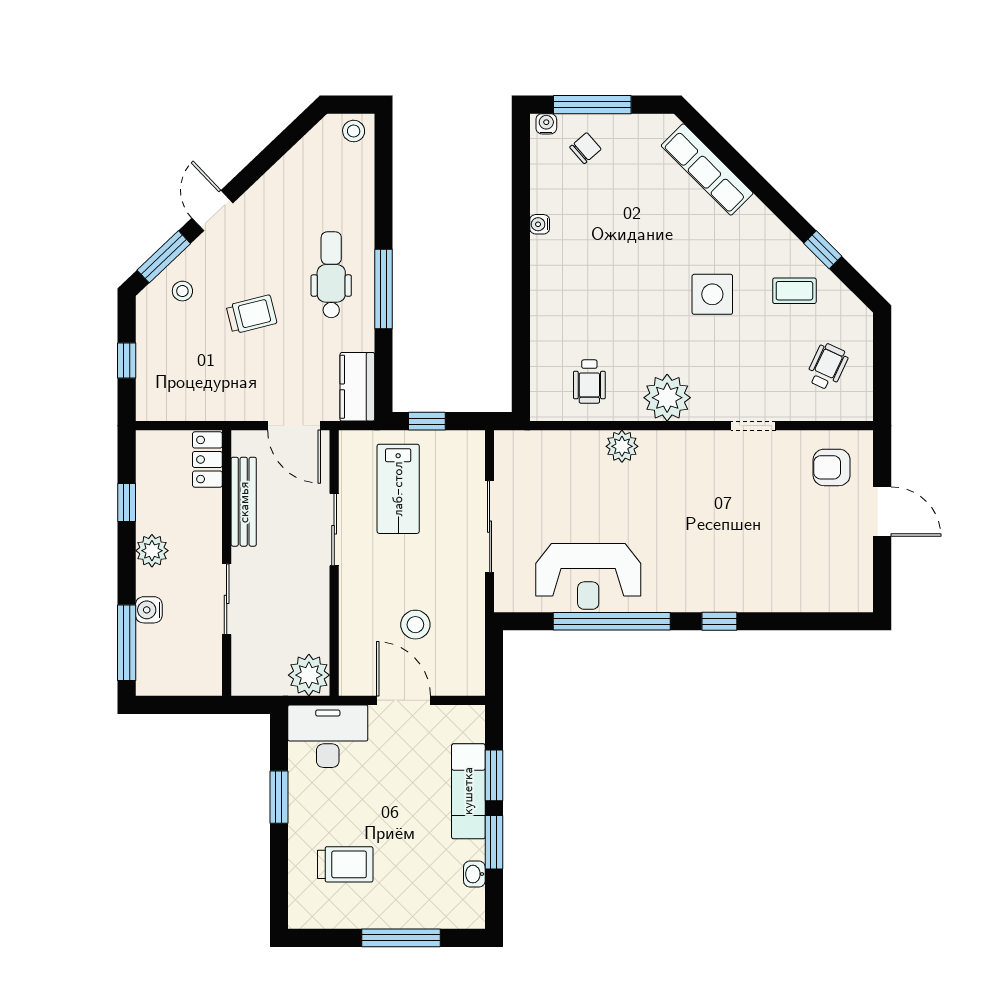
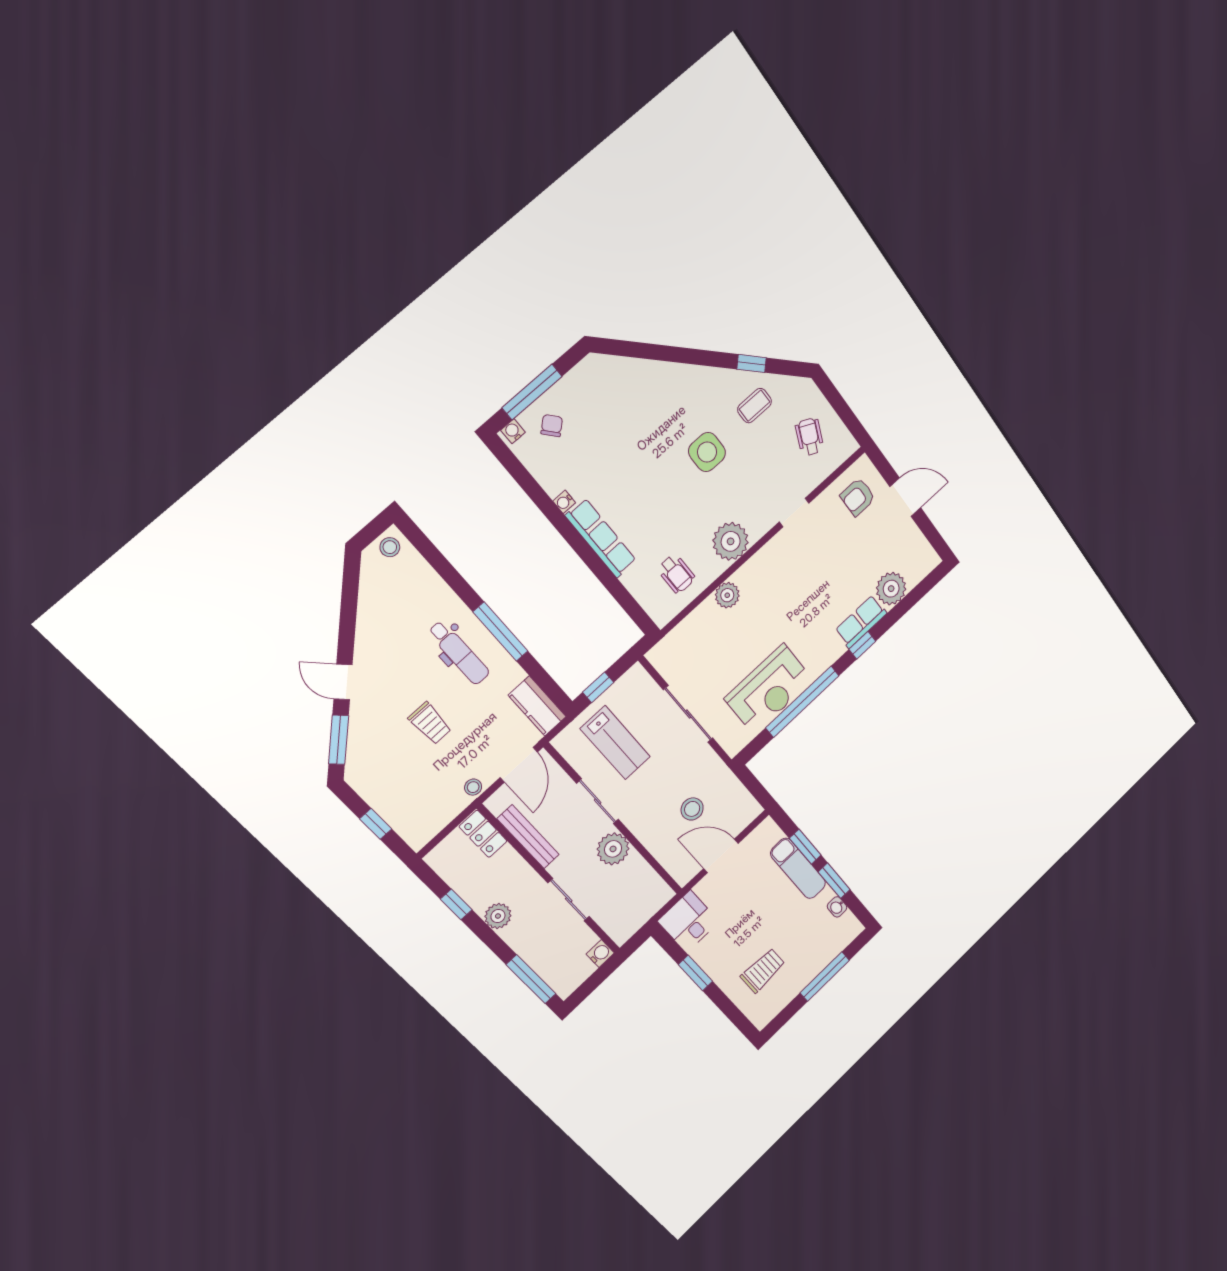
row of seats: (707, 169) -> (601, 538), moved, turned -135
dental chair: (331, 275) -> (459, 653), turned 180
stool: (182, 291) -> (473, 787), moved
trolley: (251, 314) -> (430, 723), turned 104
door: (294, 426) -> (519, 765), hinge flipped
plant: (795, 591) -> (891, 589), added
row of seats: (737, 596) -> (861, 622), added
water cooler: (149, 610) -> (600, 953), moved, turned 180
plant: (309, 675) -> (613, 849), moved
desk: (328, 736) -> (688, 921), width x0.73

